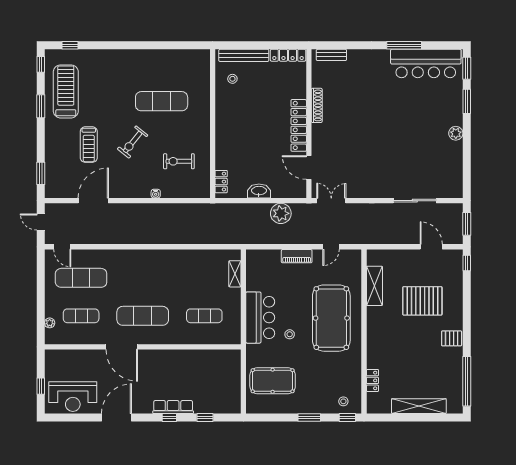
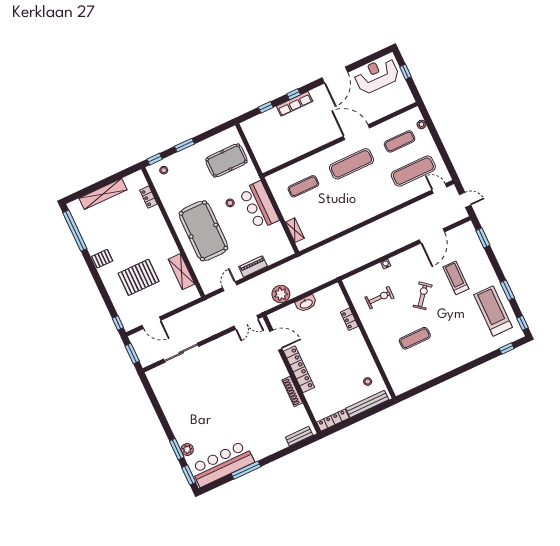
treadmill: (66, 91) -> (493, 311), turned 180
exercise mat: (162, 101) -> (415, 338), width x0.73, depth x0.69
plant: (456, 133) -> (187, 449), moved
locker: (221, 182) -> (349, 319), moved

